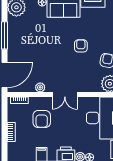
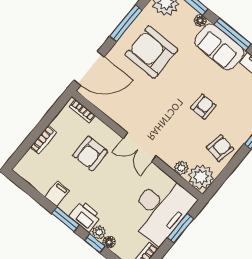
armchair: (30, 40) -> (151, 52), added
plant: (40, 87) -> (181, 168), moved

